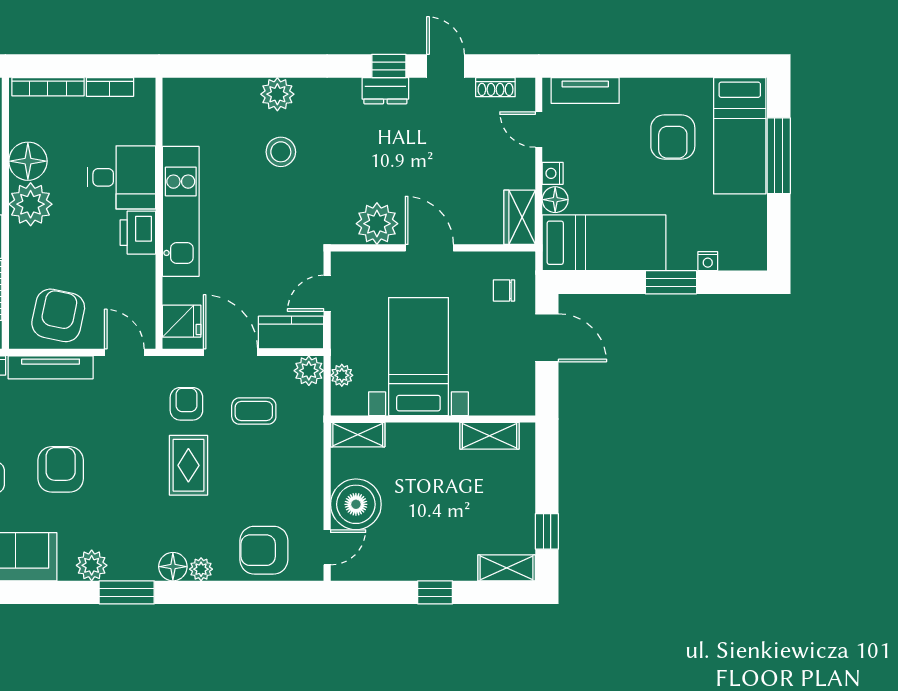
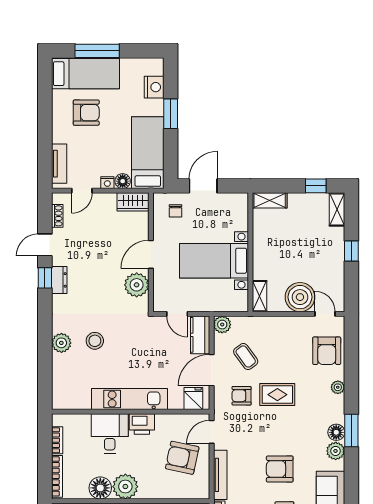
nightstand: (708, 261) -> (154, 87), width x1.89, depth x1.79
armchair: (58, 315) -> (182, 458), moved
plant: (342, 375) -> (225, 305), removed
coffee table: (254, 411) -> (246, 357), turned -36
shelving: (490, 436) -> (270, 200), moved, turned 90
floor lamp: (173, 567) -> (336, 432), moved

